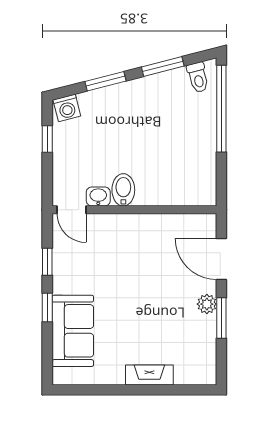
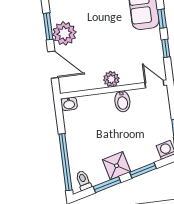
shower: (145, 93) -> (117, 166), added
washbasin: (98, 196) -> (69, 104), moved
plant: (136, 226) -> (111, 79), added
plant: (207, 304) -> (64, 33), width x1.88, depth x1.88

